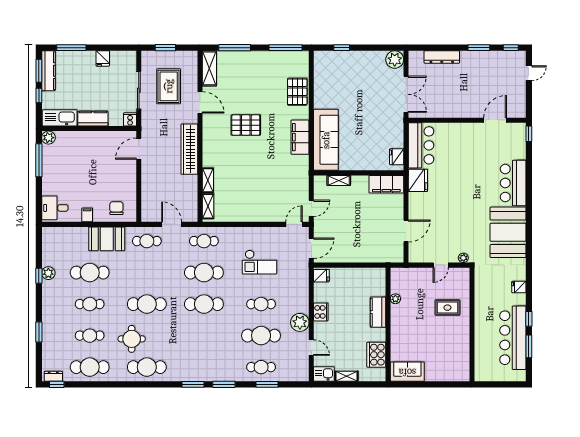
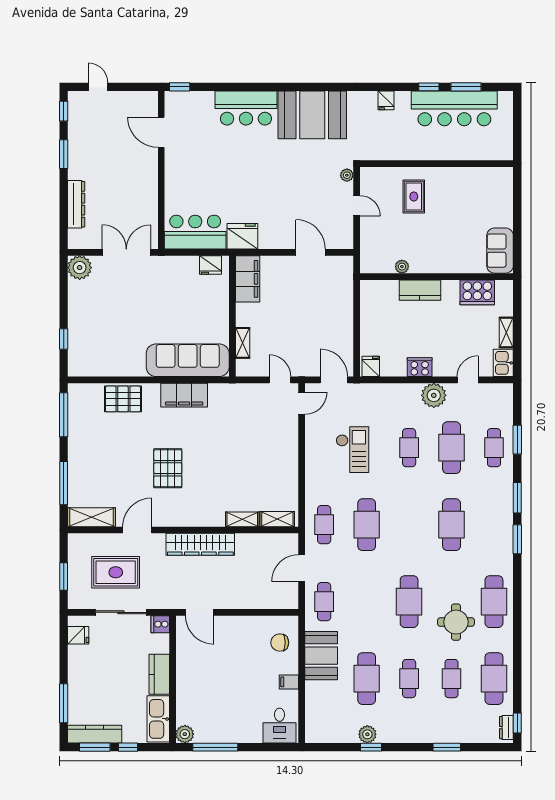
fridge: (103, 58) -> (78, 635), moved
door: (294, 224) -> (302, 403), swing flipped
cafe table: (204, 304) -> (452, 525), moved

